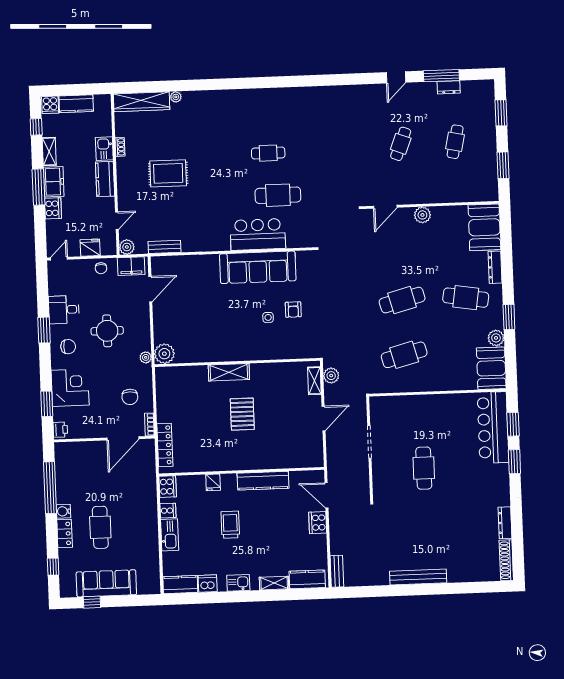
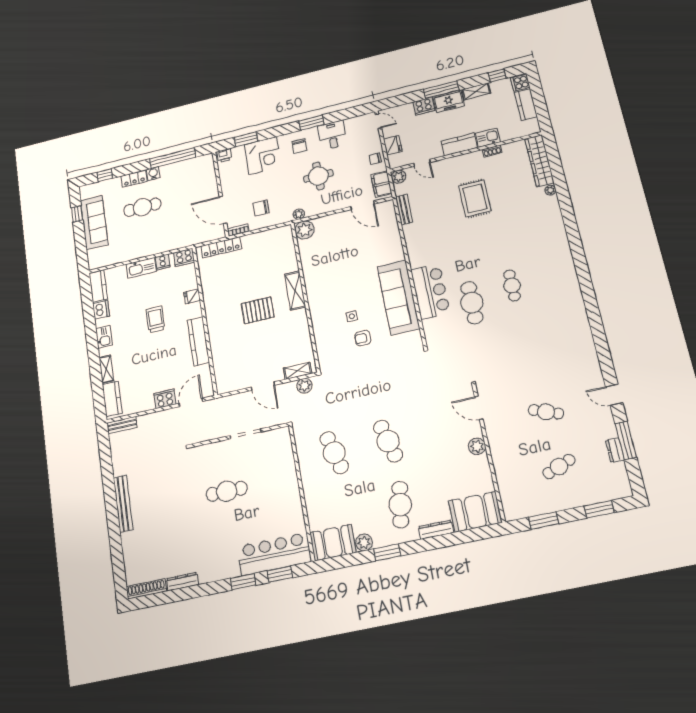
cafe table: (455, 142) -> (559, 467), turned -33
trolley: (230, 525) -> (155, 319), turned -90

